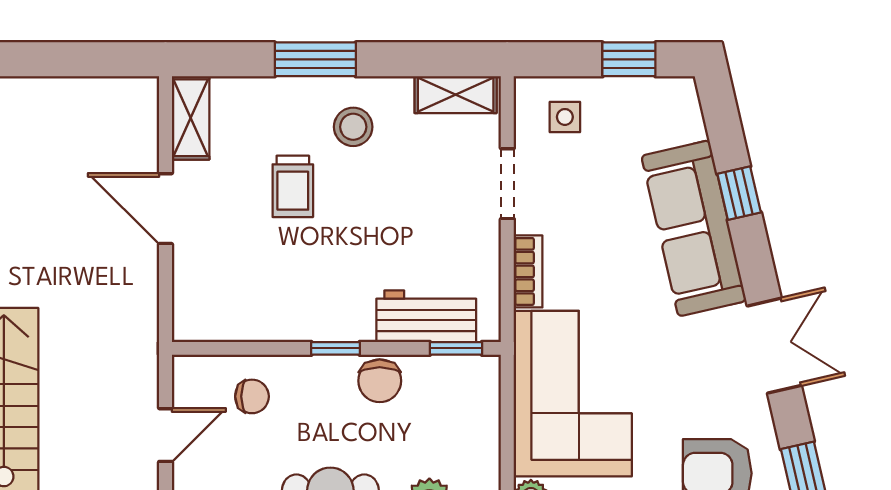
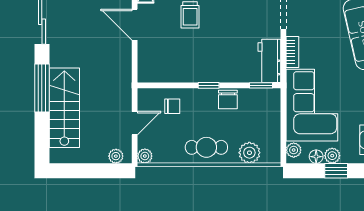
workbench: (426, 316) -> (269, 61), moved, turned -90

